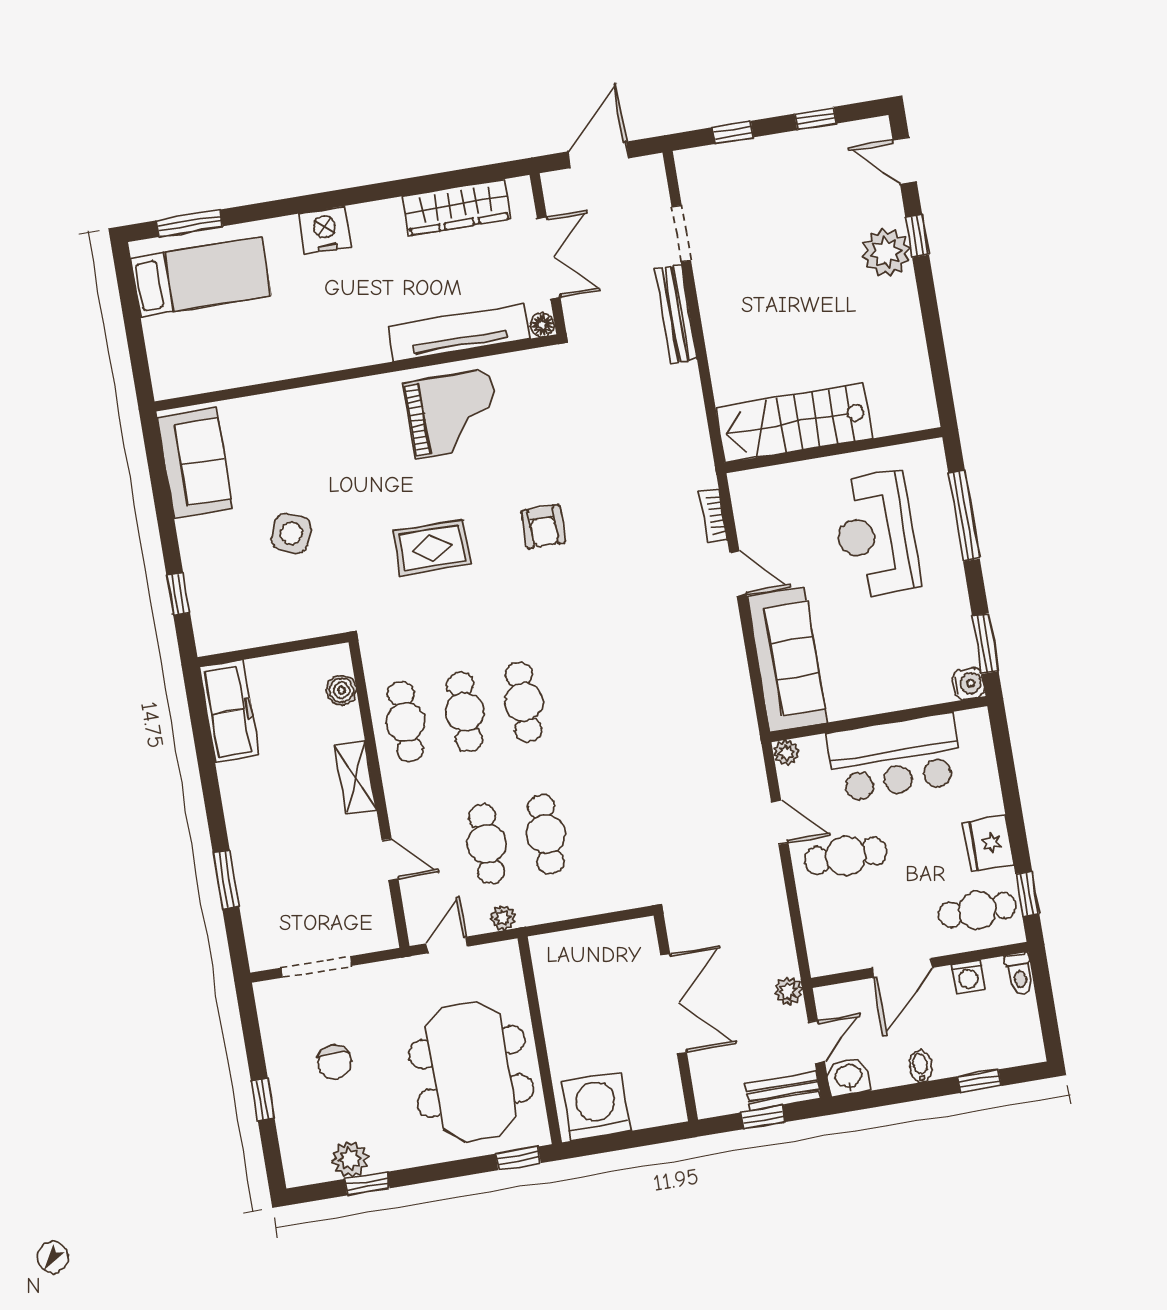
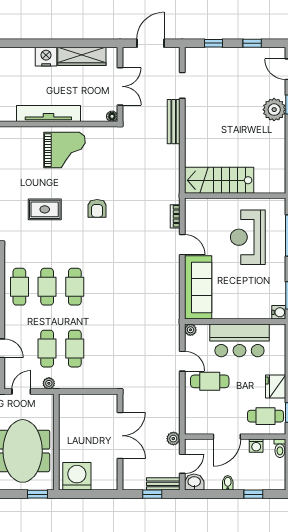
nightstand: (325, 230) -> (46, 57), moved
tv unit: (459, 333) -> (48, 114), moved

